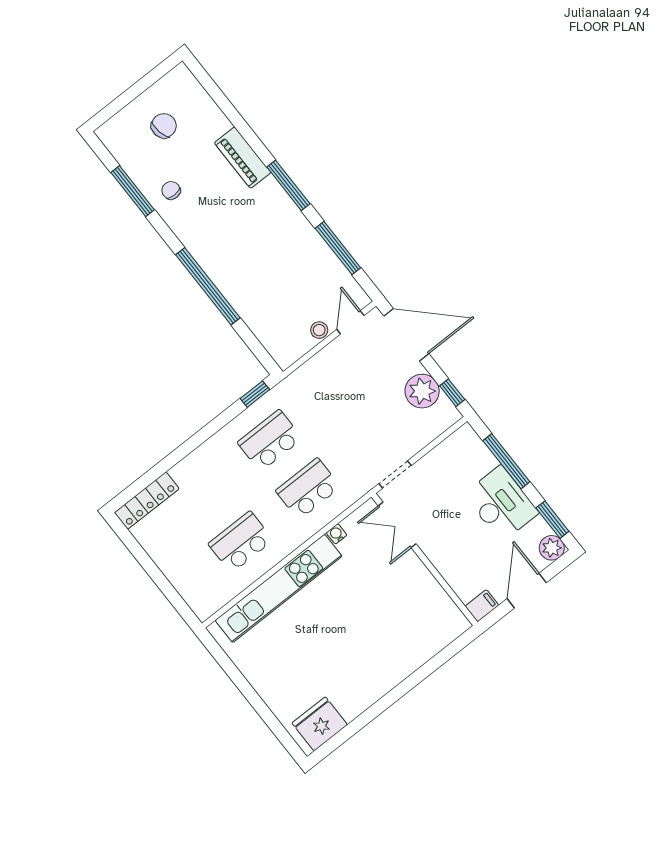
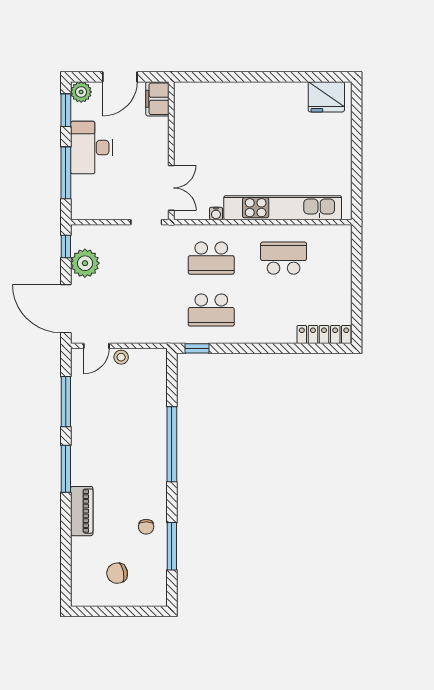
school desk: (241, 542) -> (284, 258), turned 180
filing cabinet: (482, 606) -> (157, 99), width x2.00

